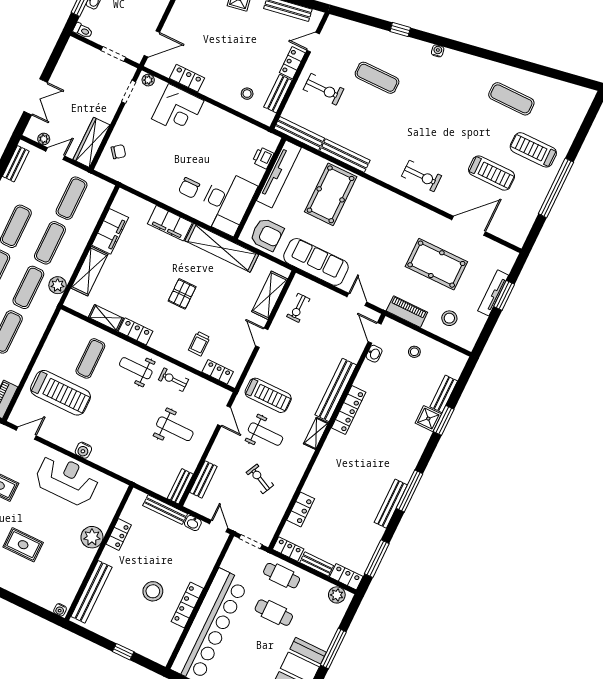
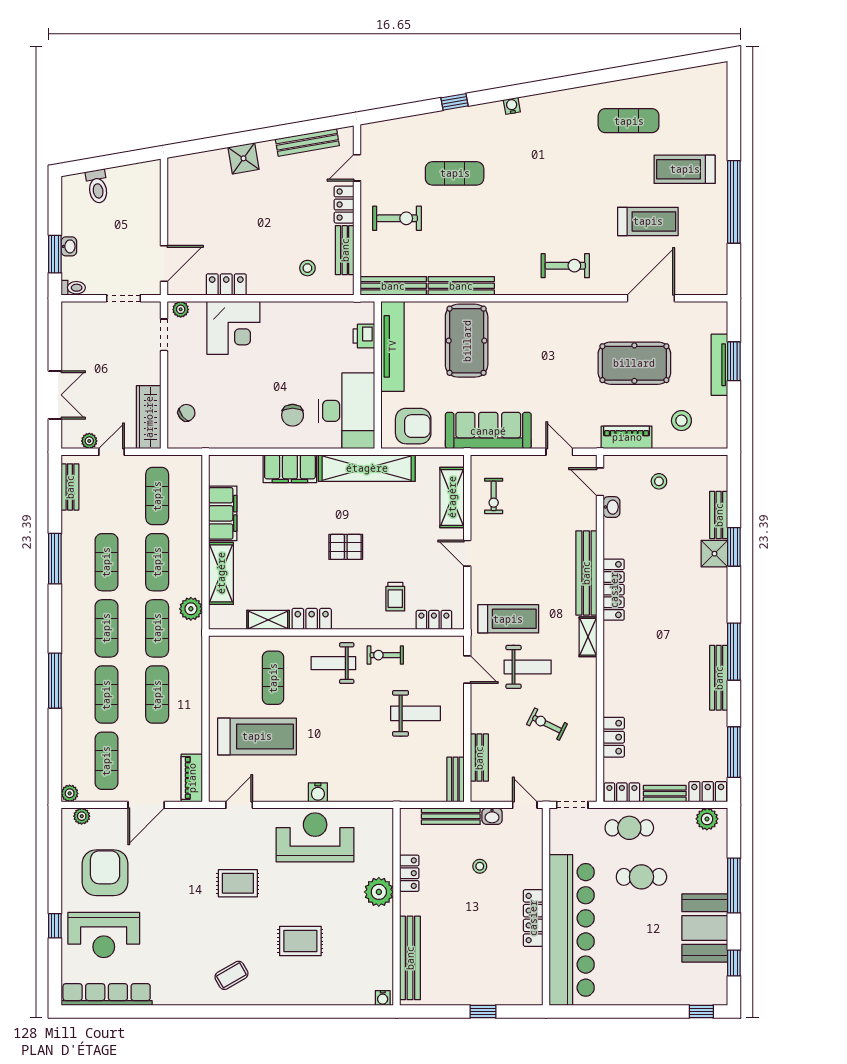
pallet: (182, 294) -> (346, 547), turned 90
stool: (153, 591) -> (480, 866), moved, width x0.53, depth x0.53

